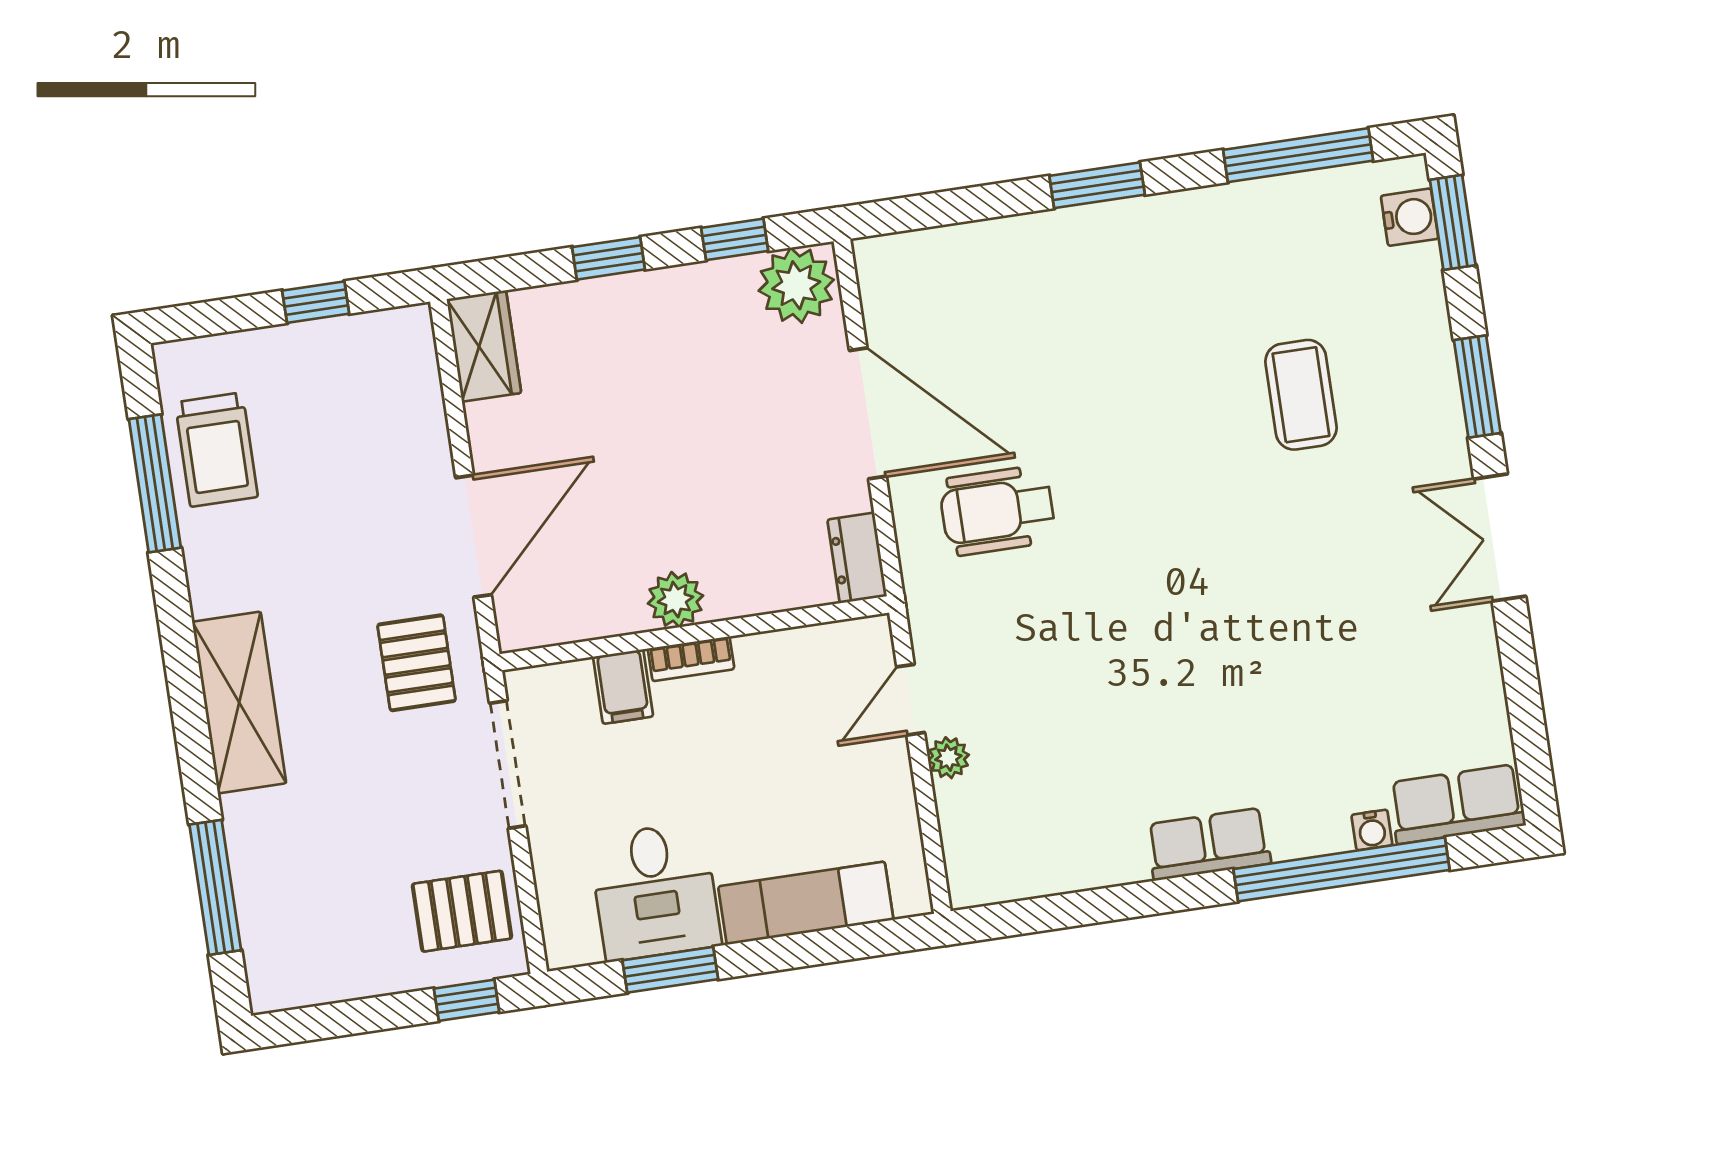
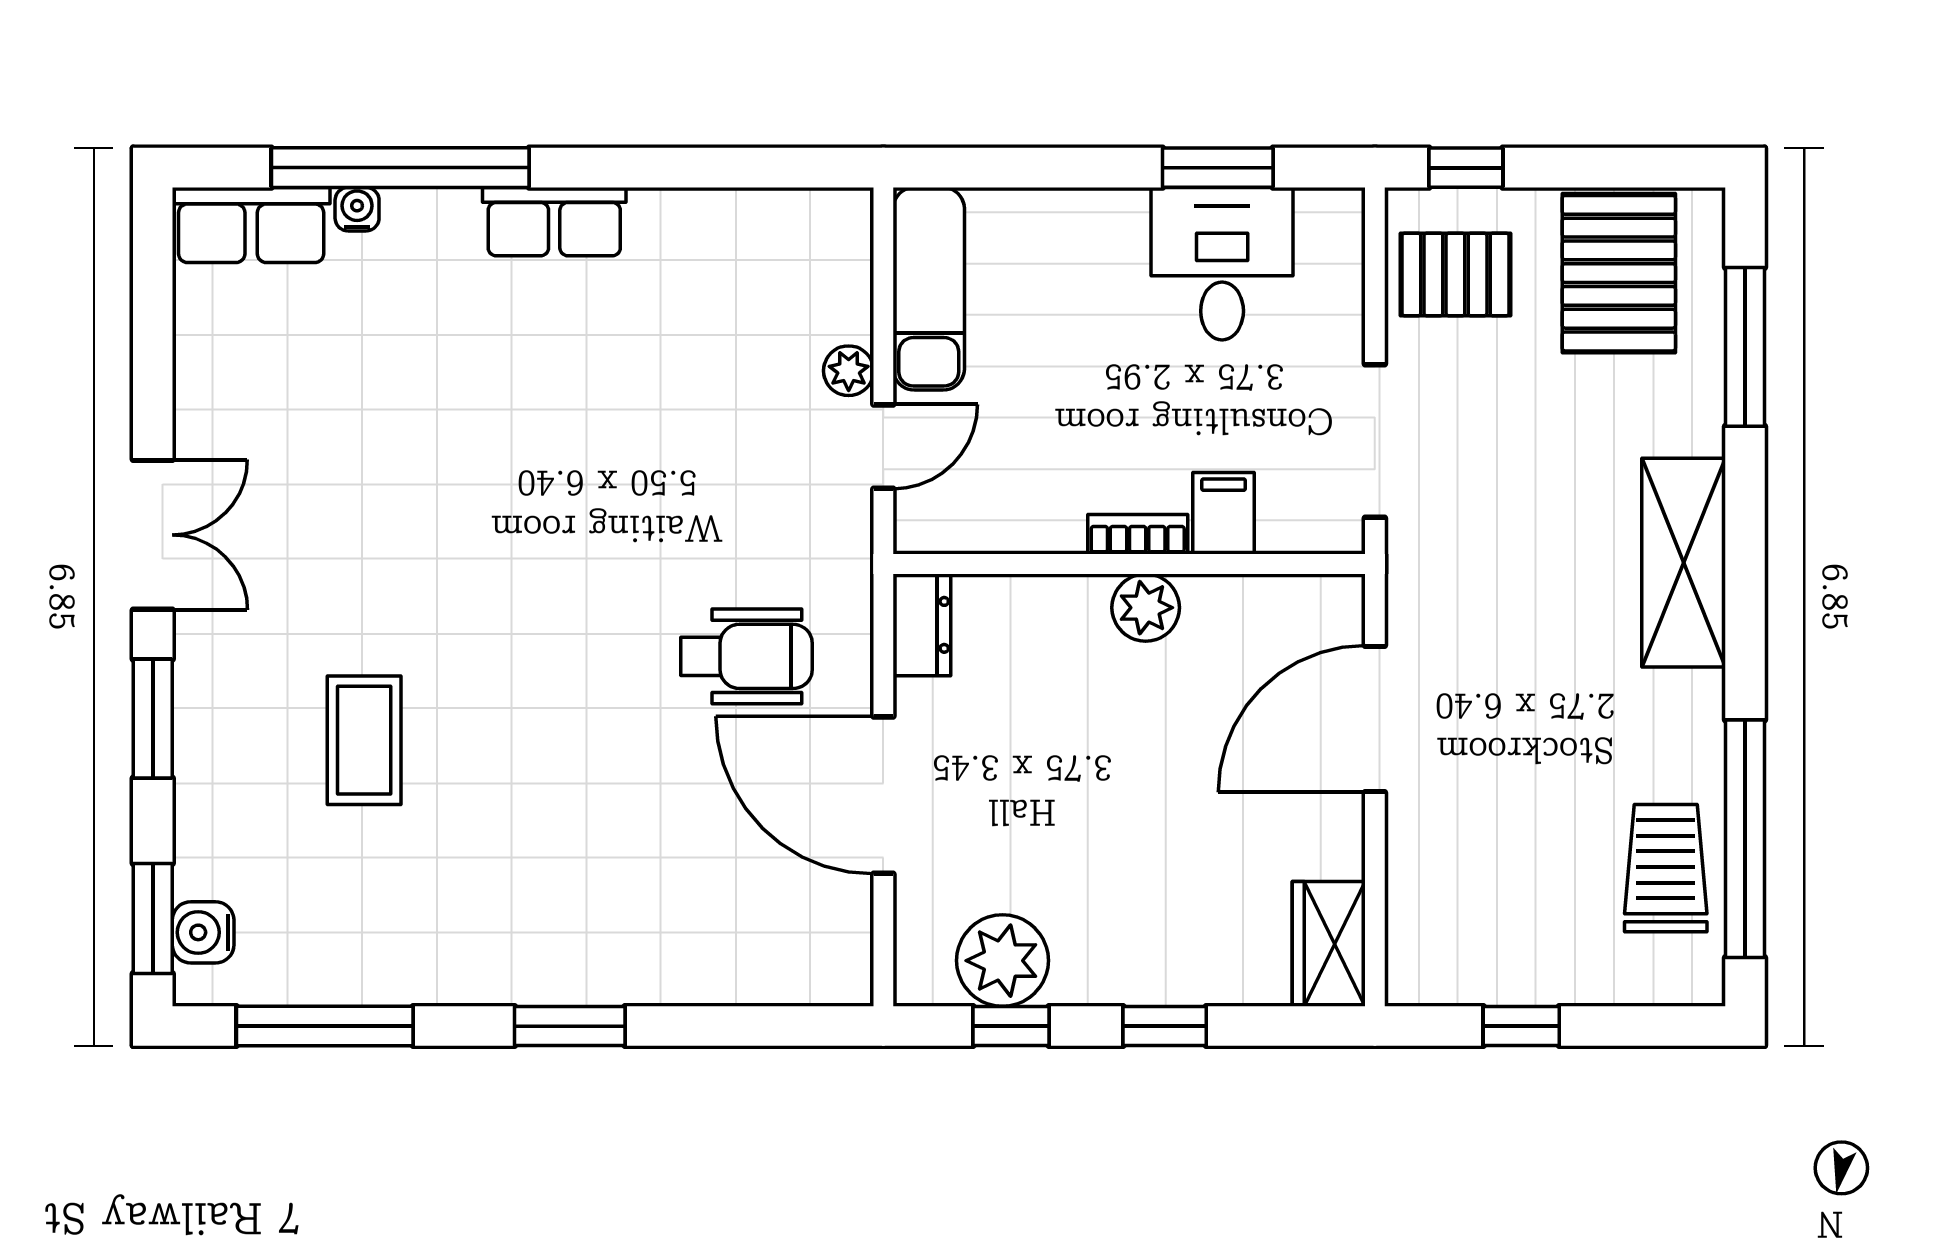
plant: (796, 285) -> (1003, 961), moved
window: (155, 483) -> (1745, 839), width x1.46
pallet: (417, 663) -> (1619, 273), moved, width x1.50, depth x1.42
exam couch: (806, 903) -> (929, 289), moved, turned -90

